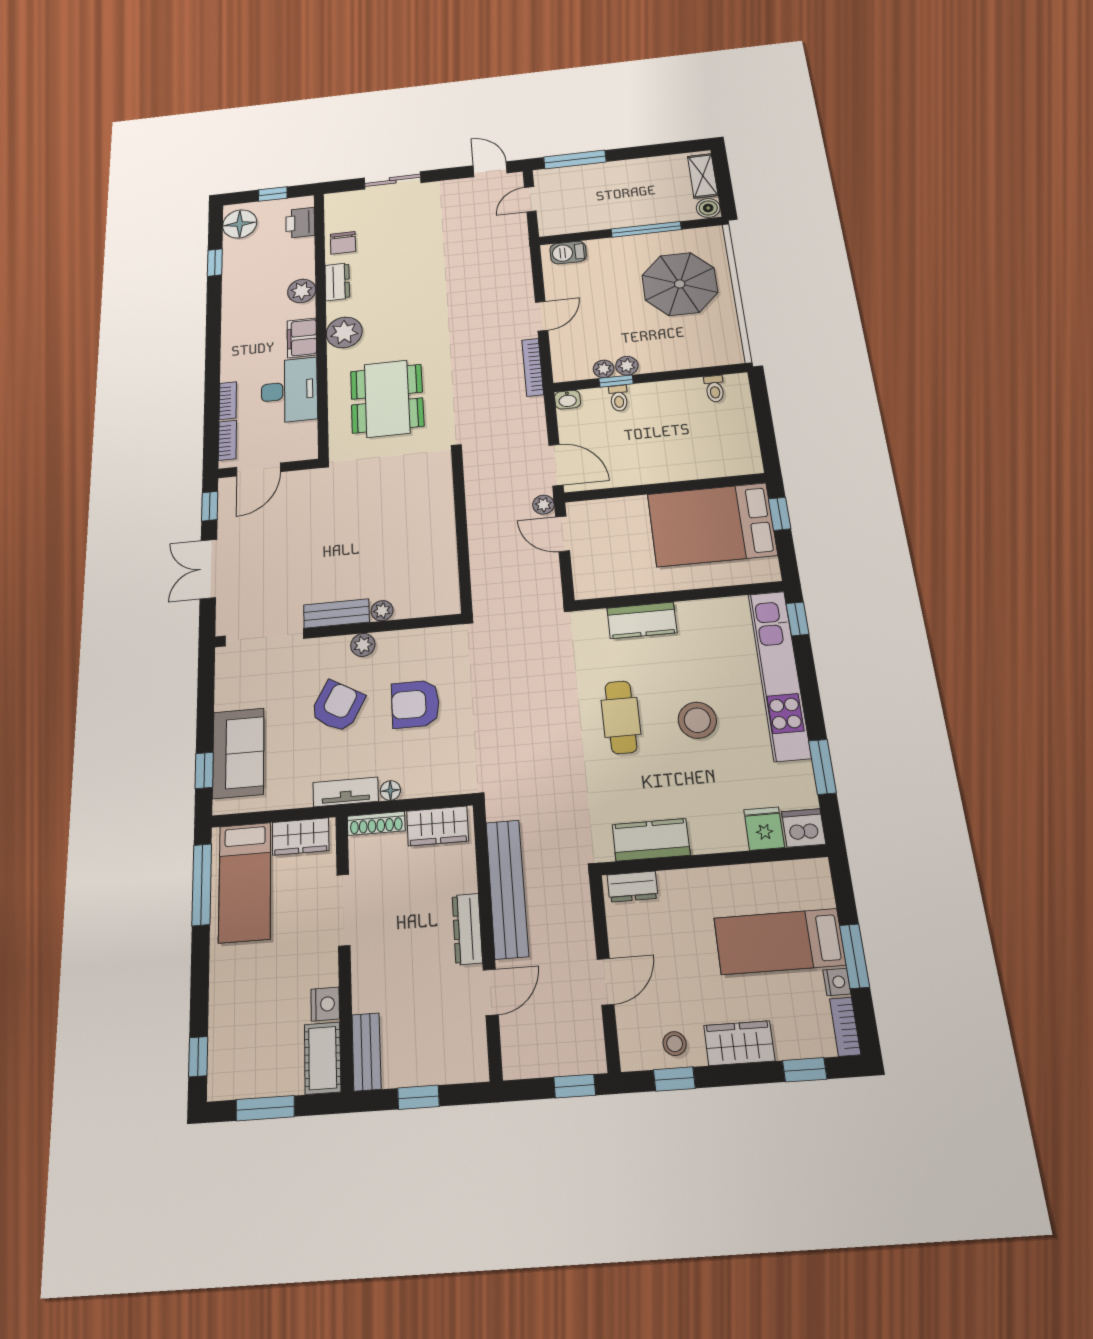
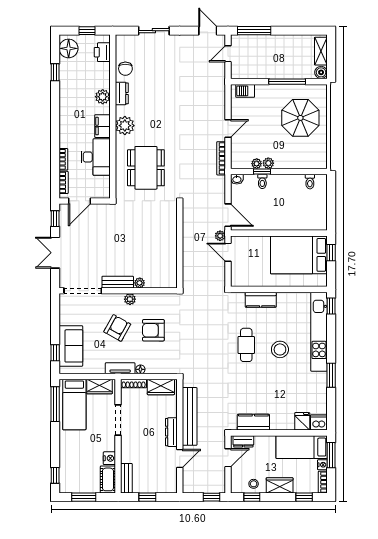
dishwasher: (804, 828) -> (319, 422), moved
fridge: (764, 829) -> (302, 421), moved
kitchen counter: (651, 840) -> (253, 422), moved
wall: (713, 860) -> (279, 433), moved
dresser: (632, 887) -> (243, 441), moved

